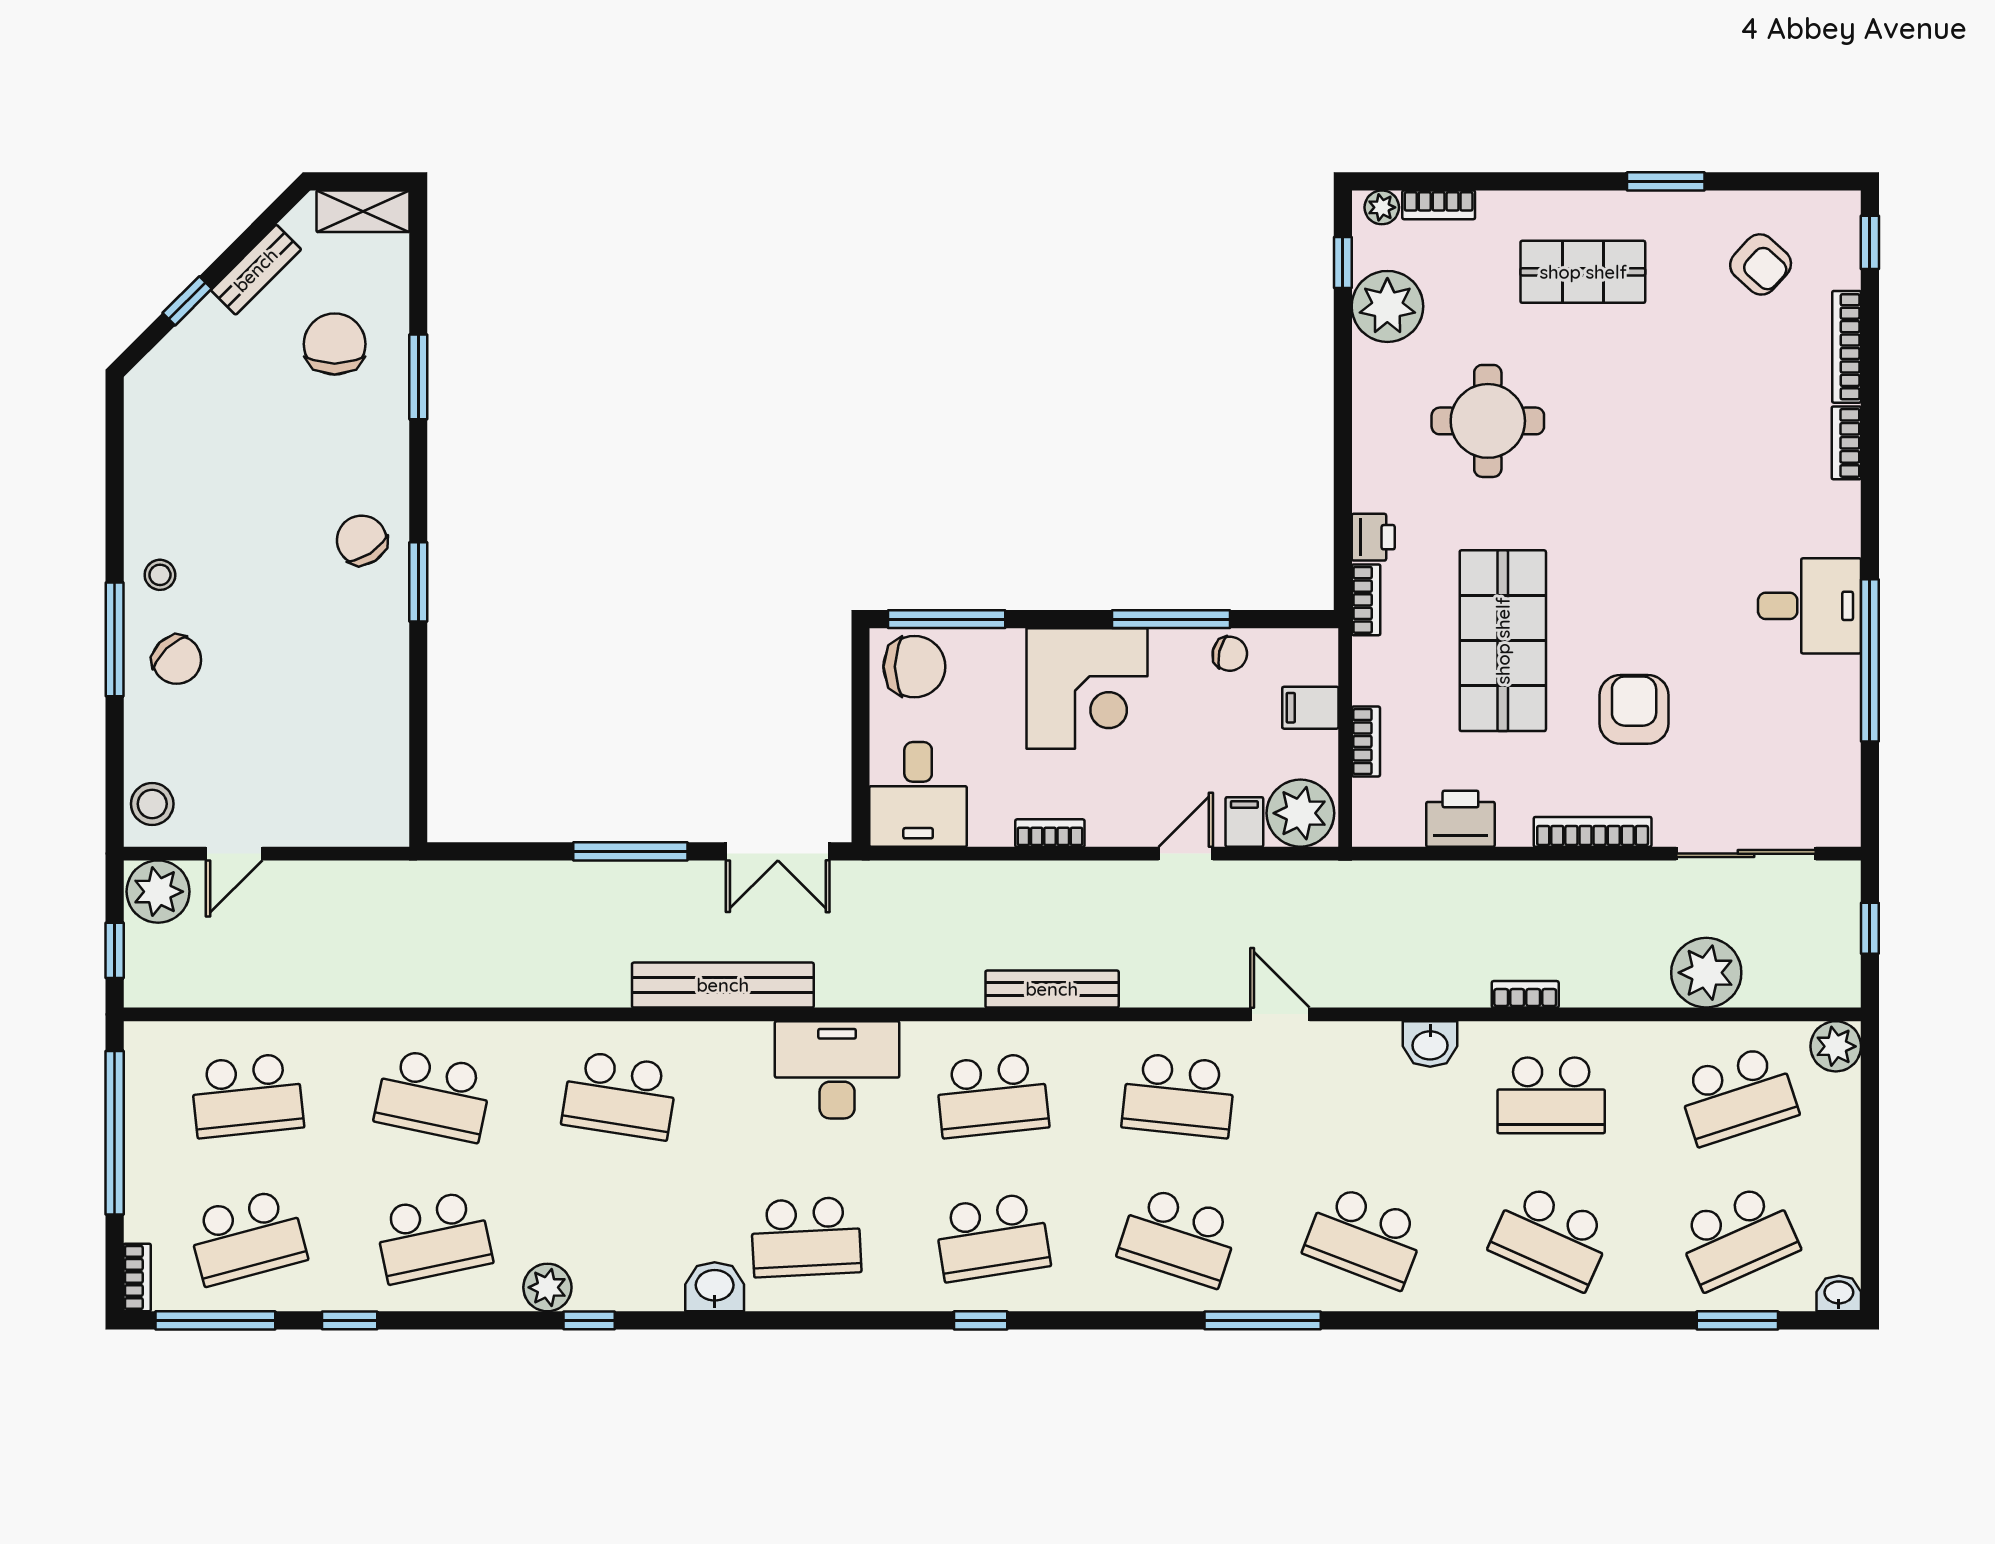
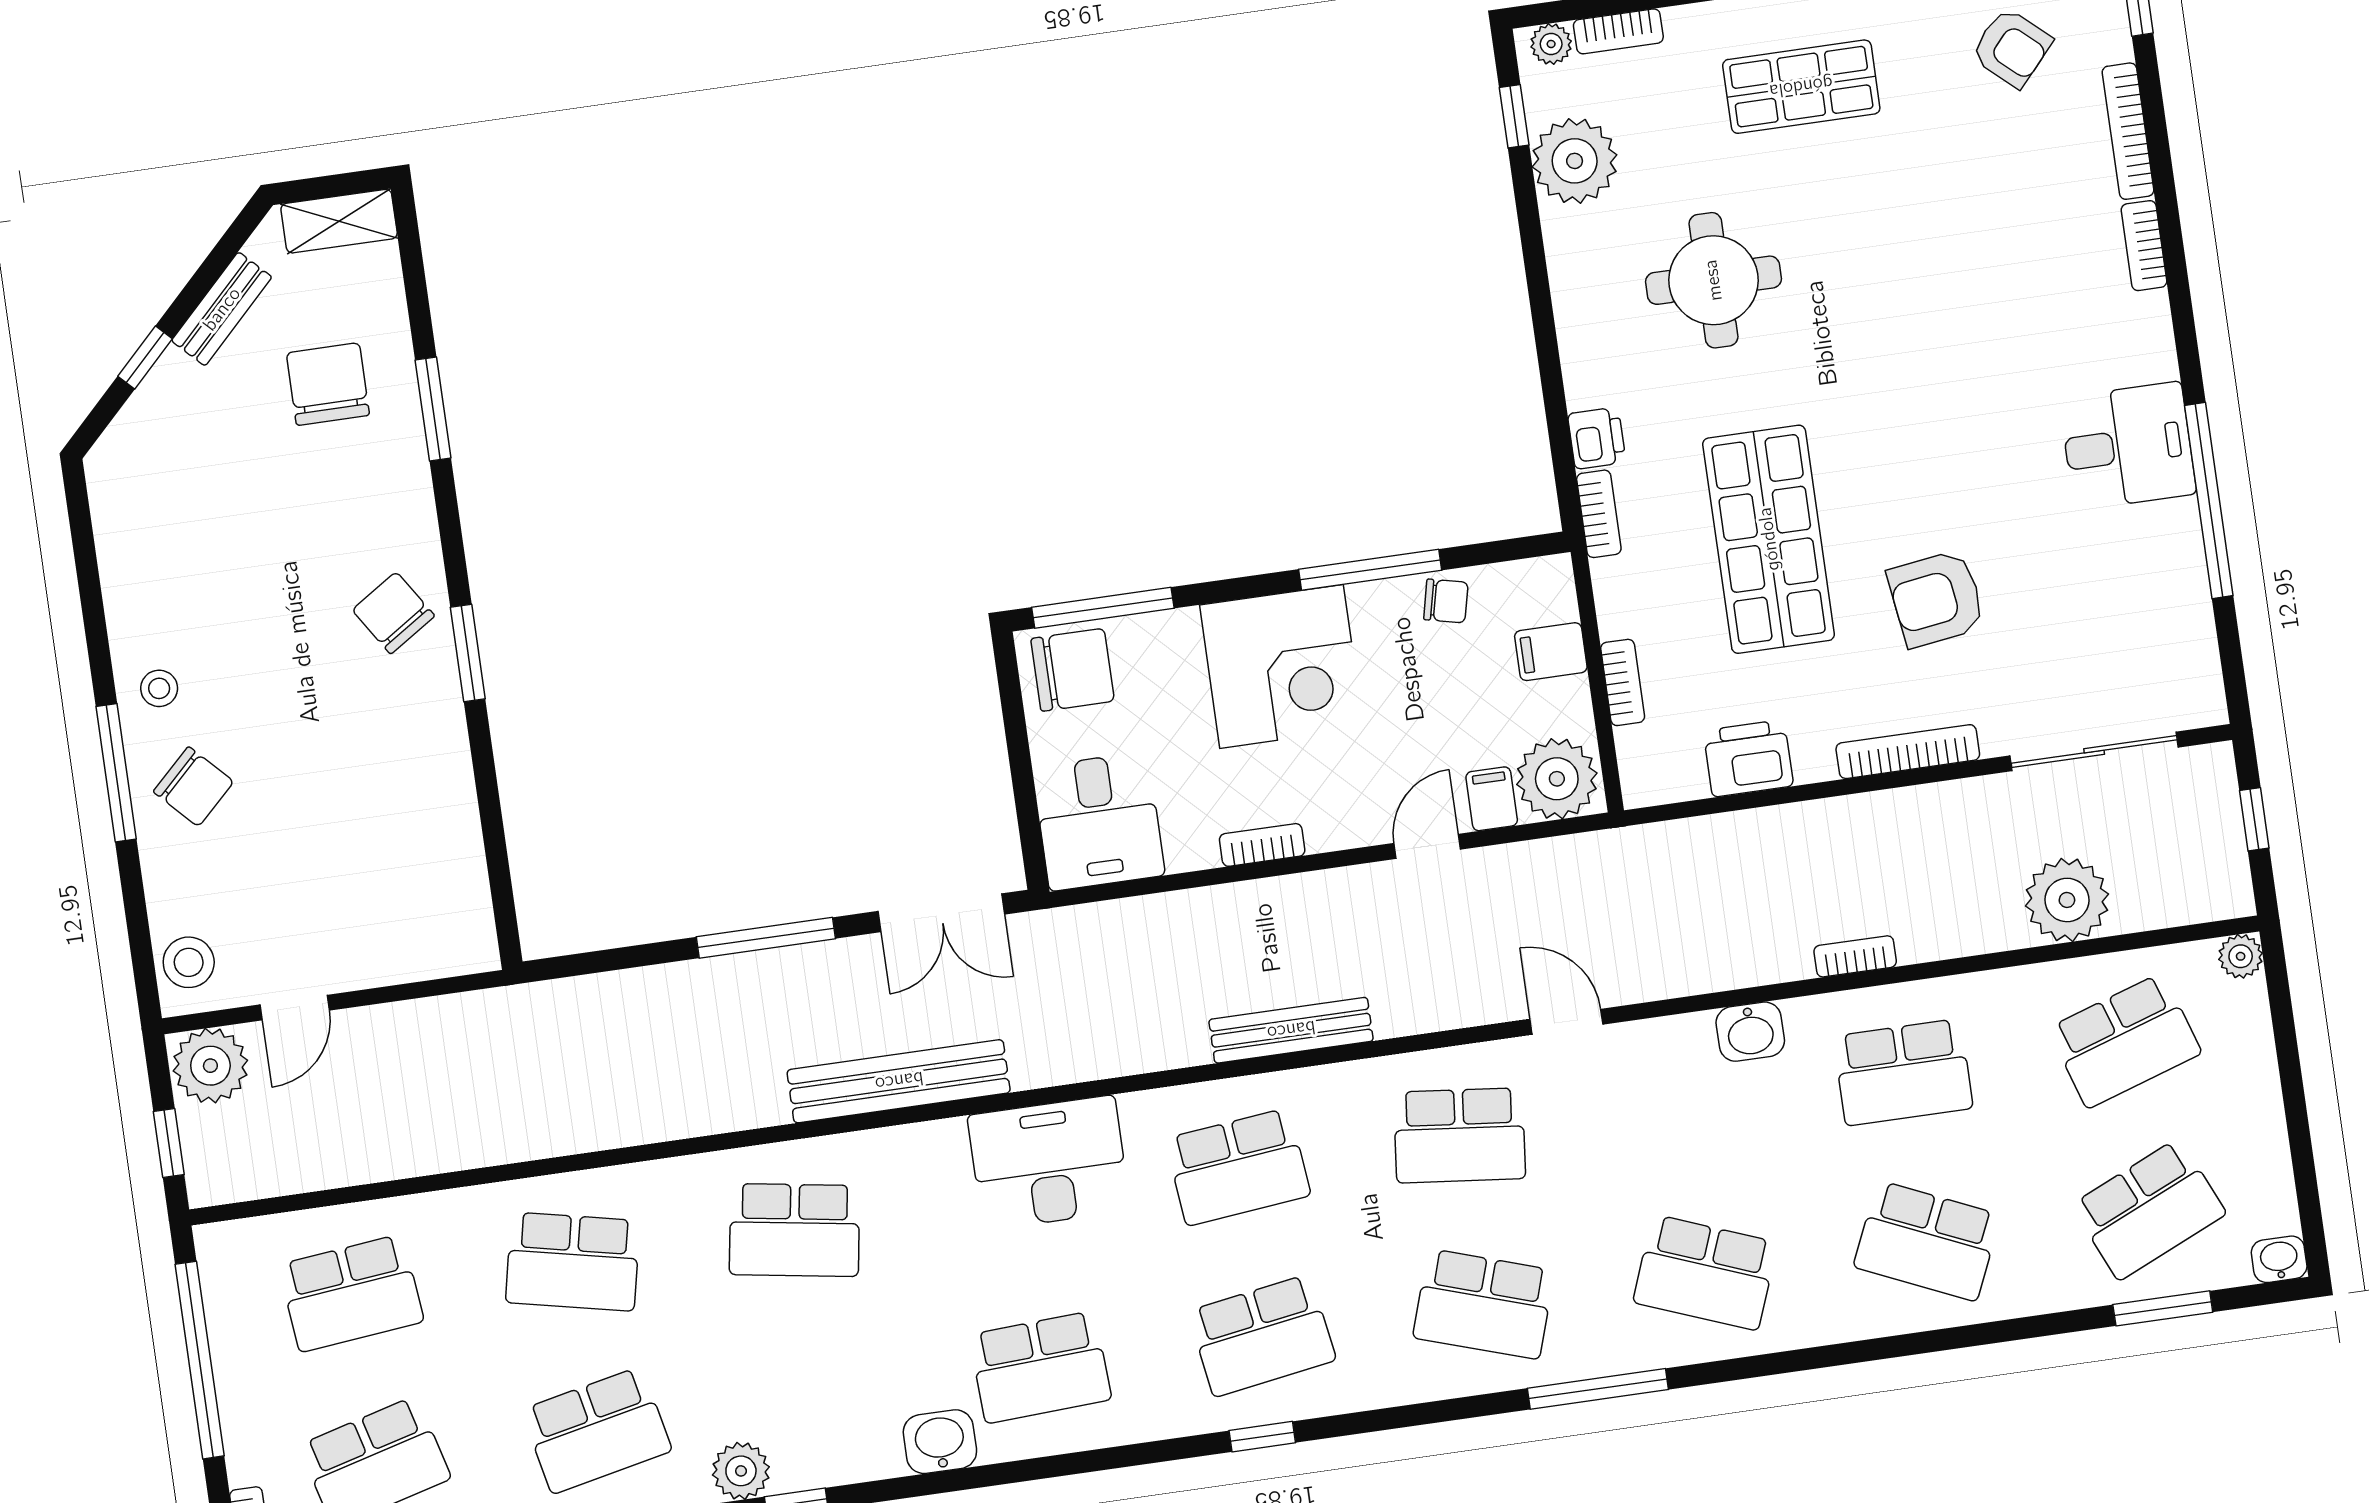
armchair: (1634, 709) -> (1936, 599), turned -98
plant: (1836, 1046) -> (2241, 956), width x0.73, depth x0.73

